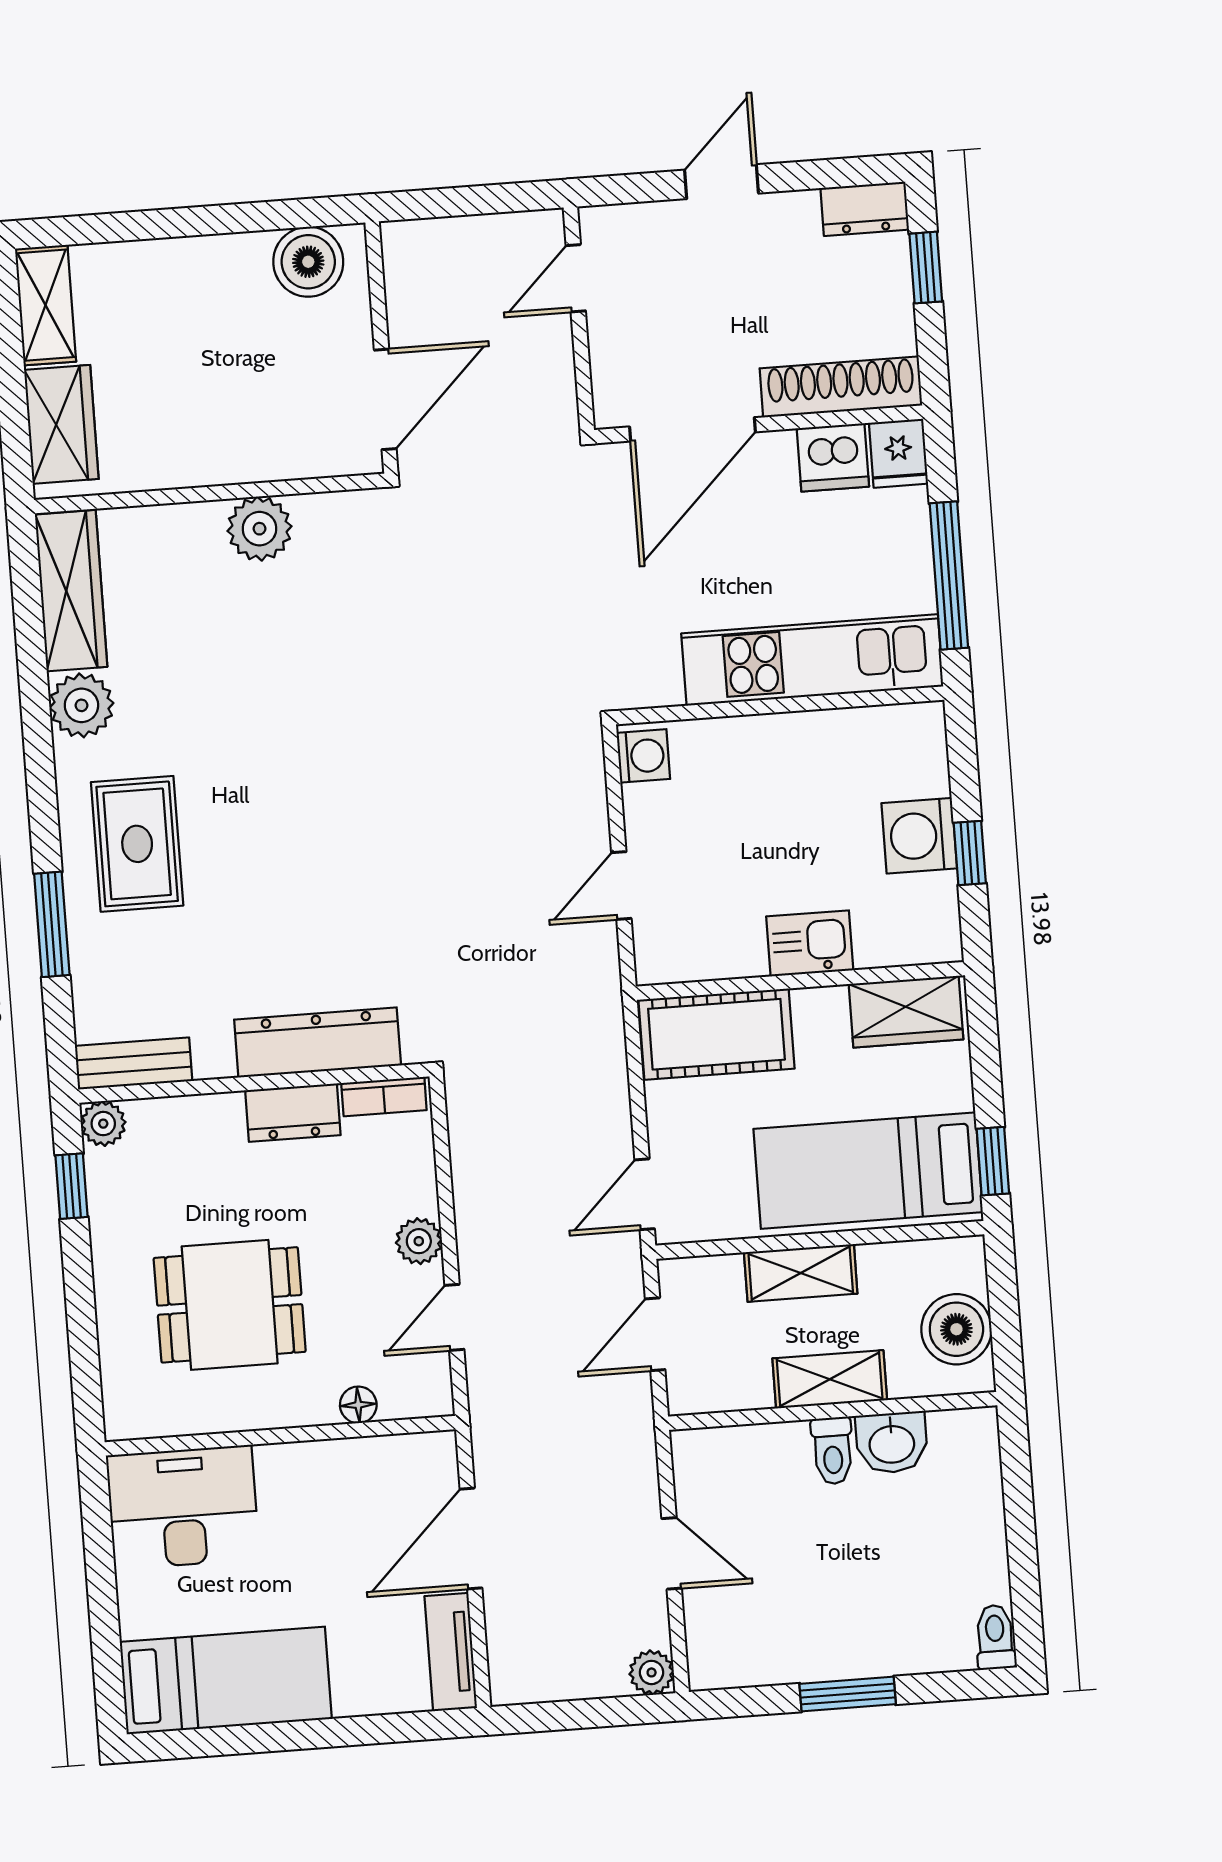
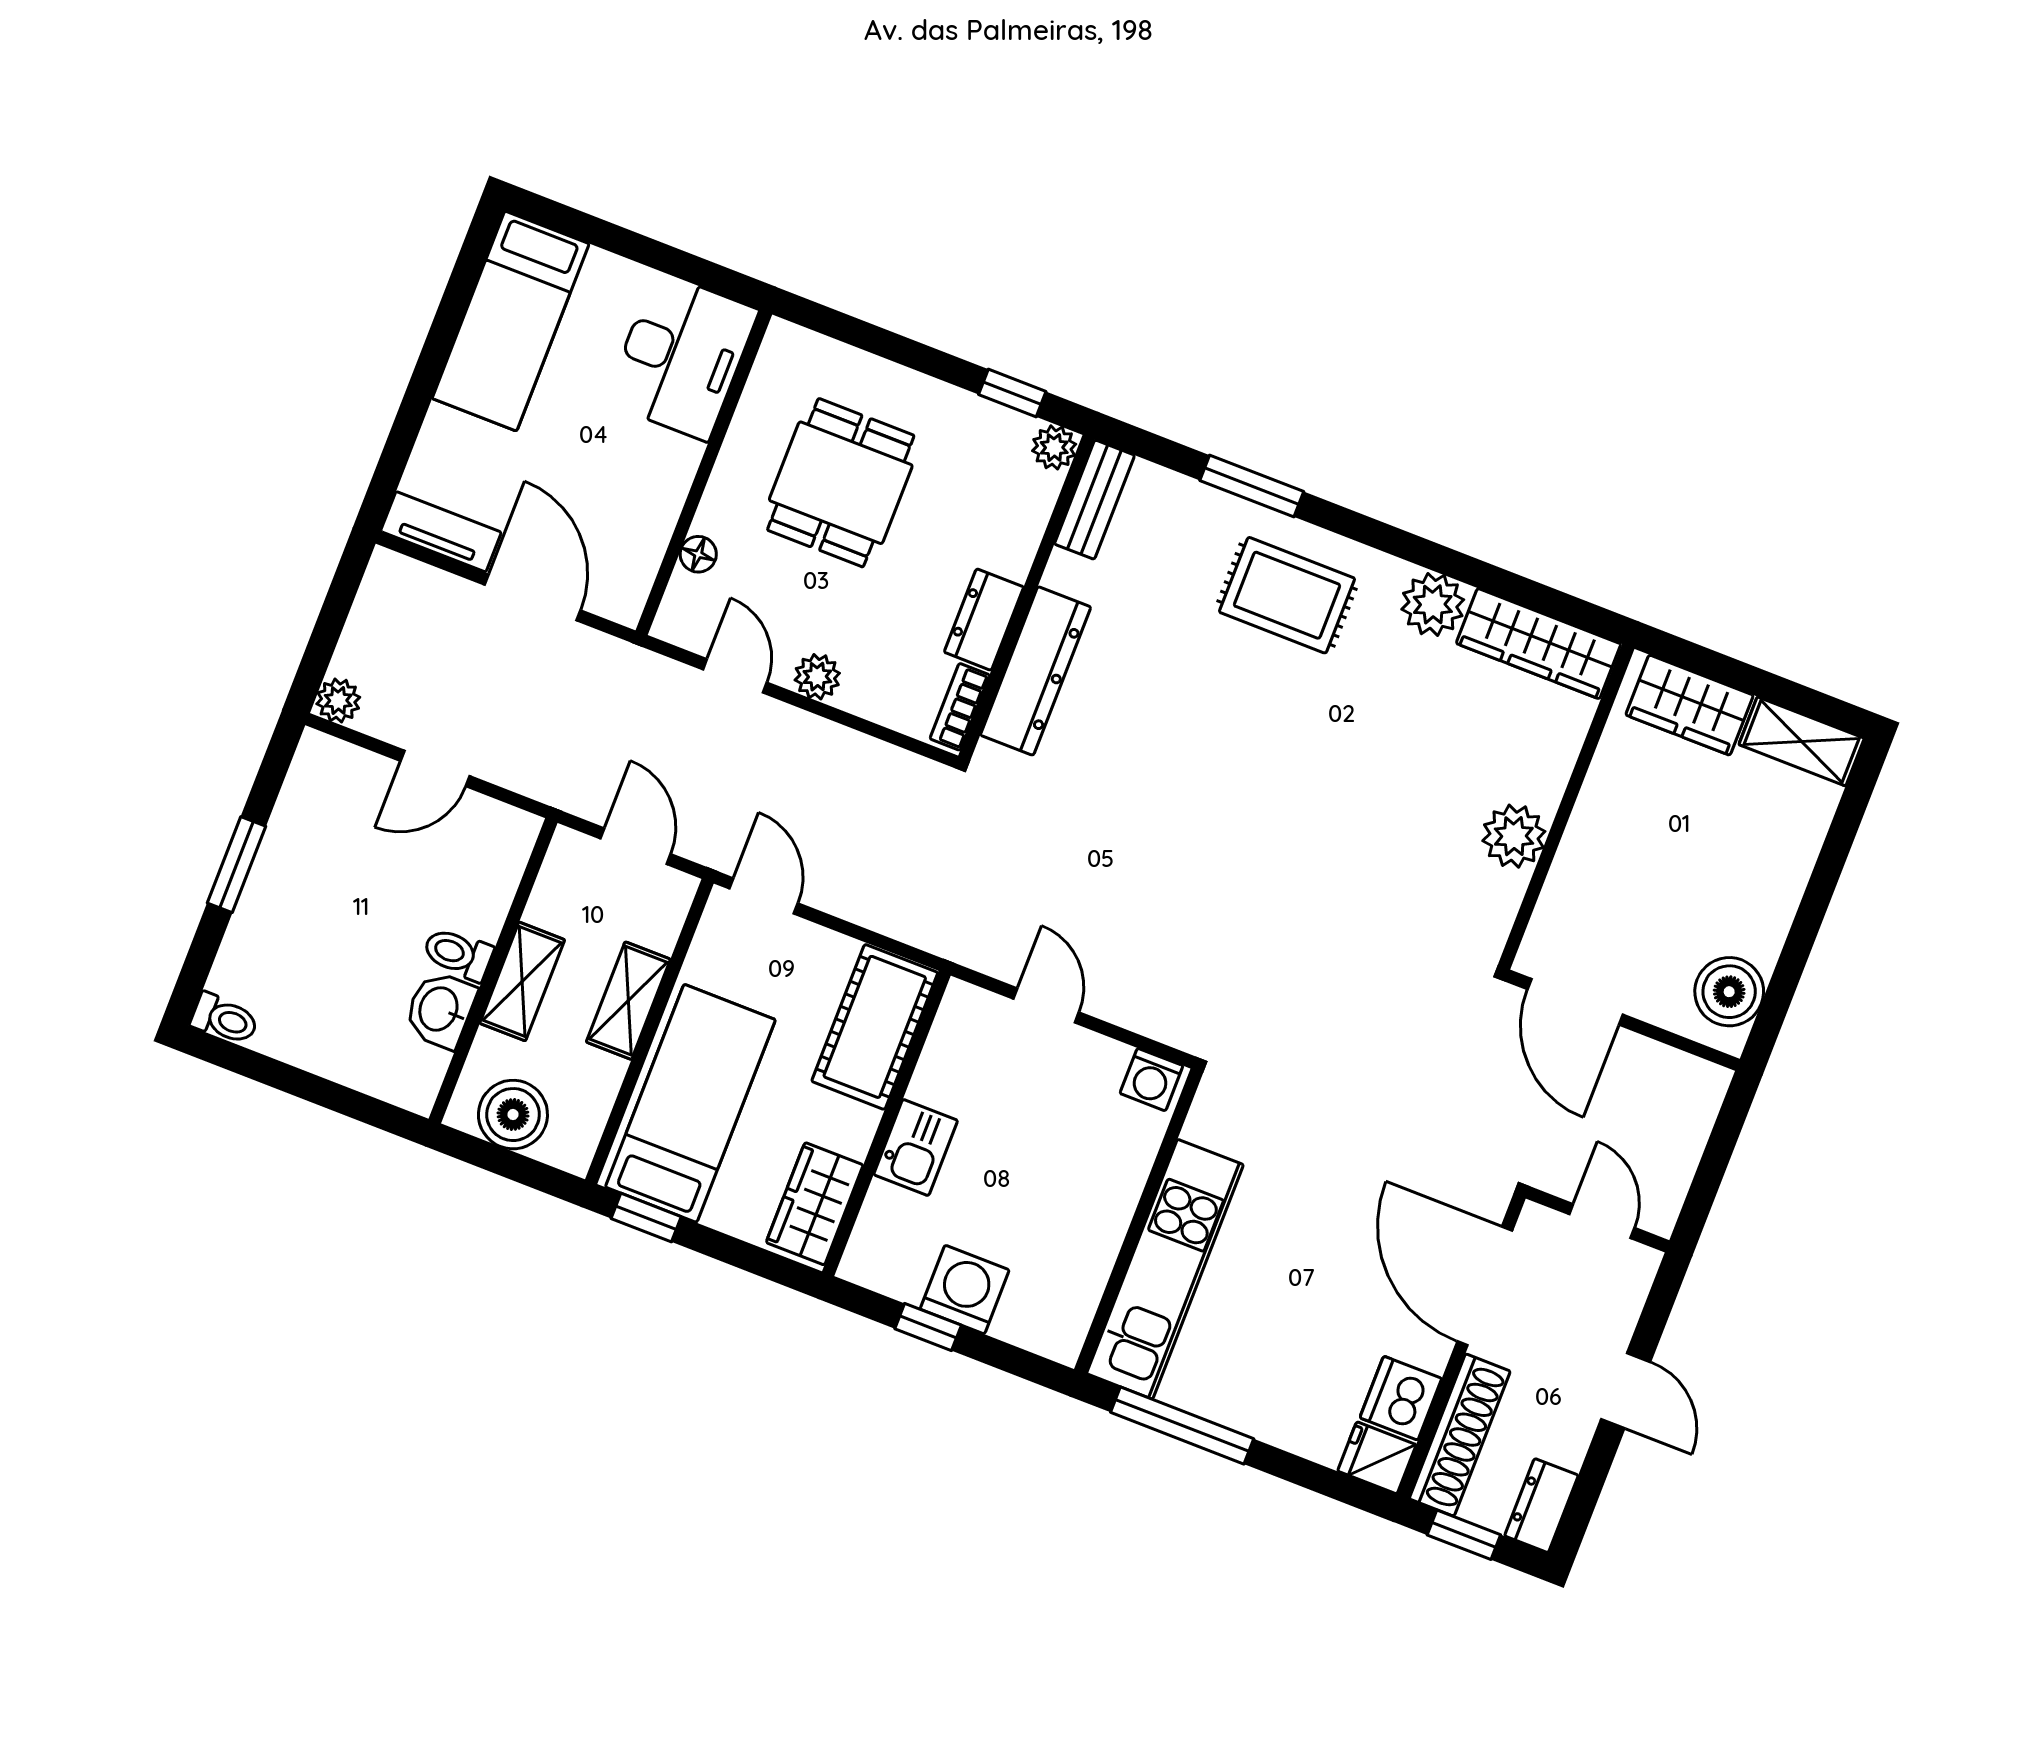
shoe rack: (841, 387) -> (1460, 1435), moved
wall: (759, 424) -> (1461, 1346), moved
door: (692, 429) -> (1485, 1286), moved
fridge: (898, 453) -> (1377, 1458), moved
dishwasher: (833, 457) -> (1401, 1398), moved

